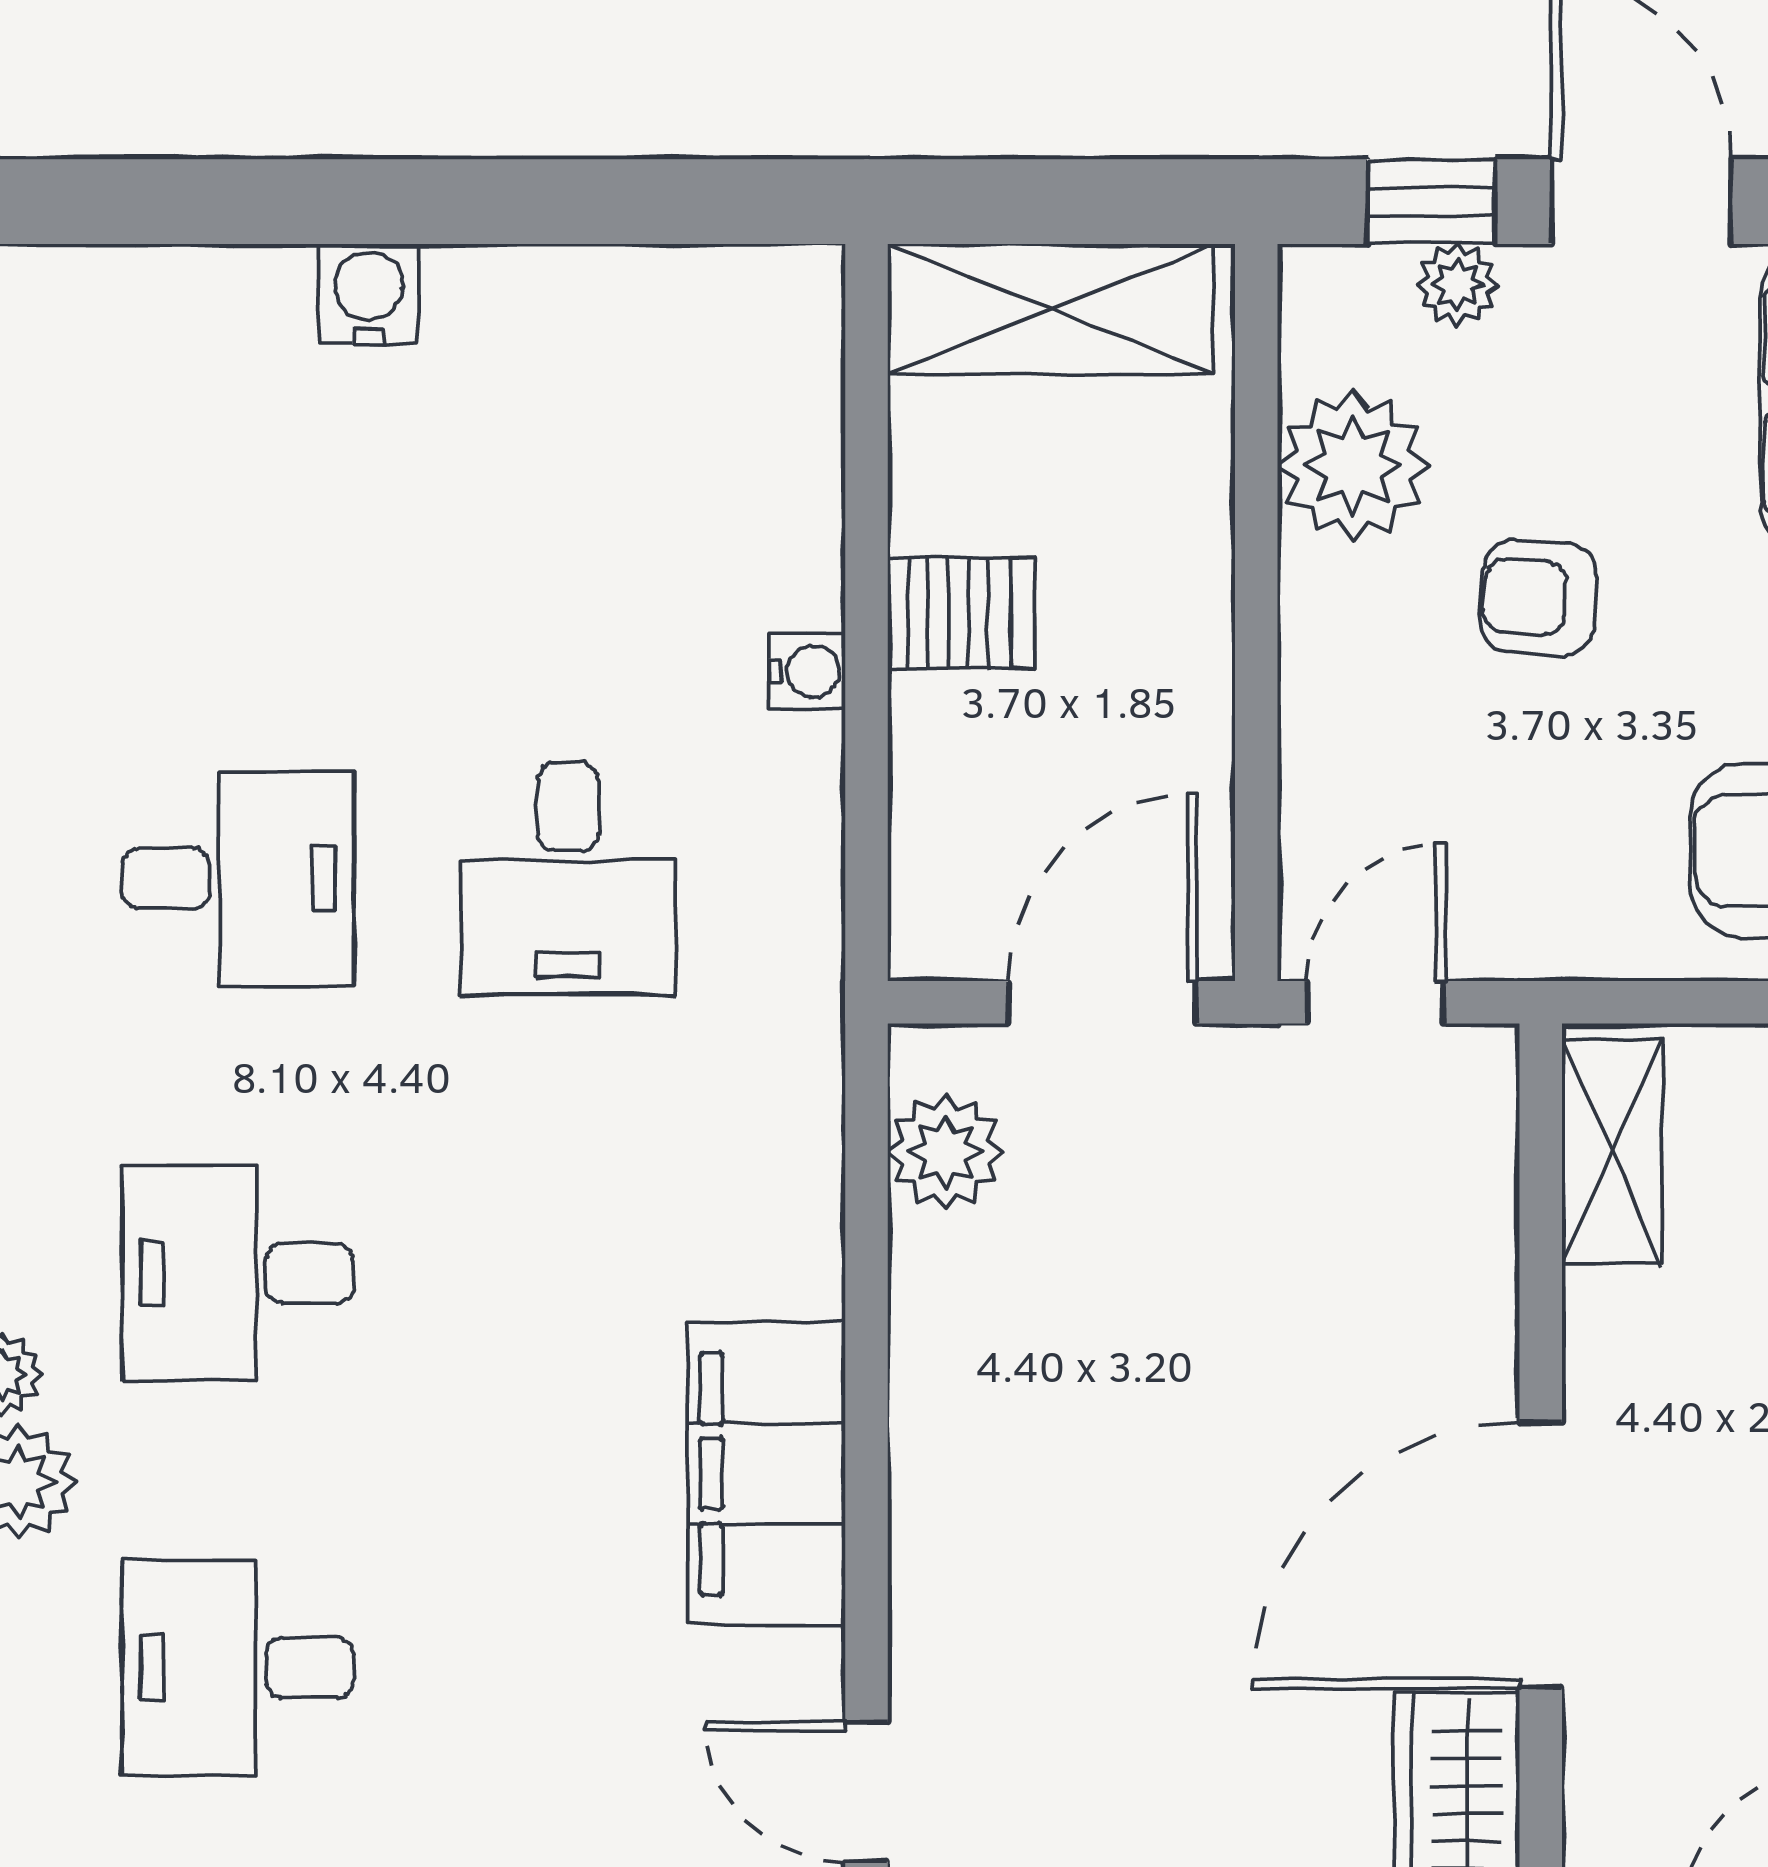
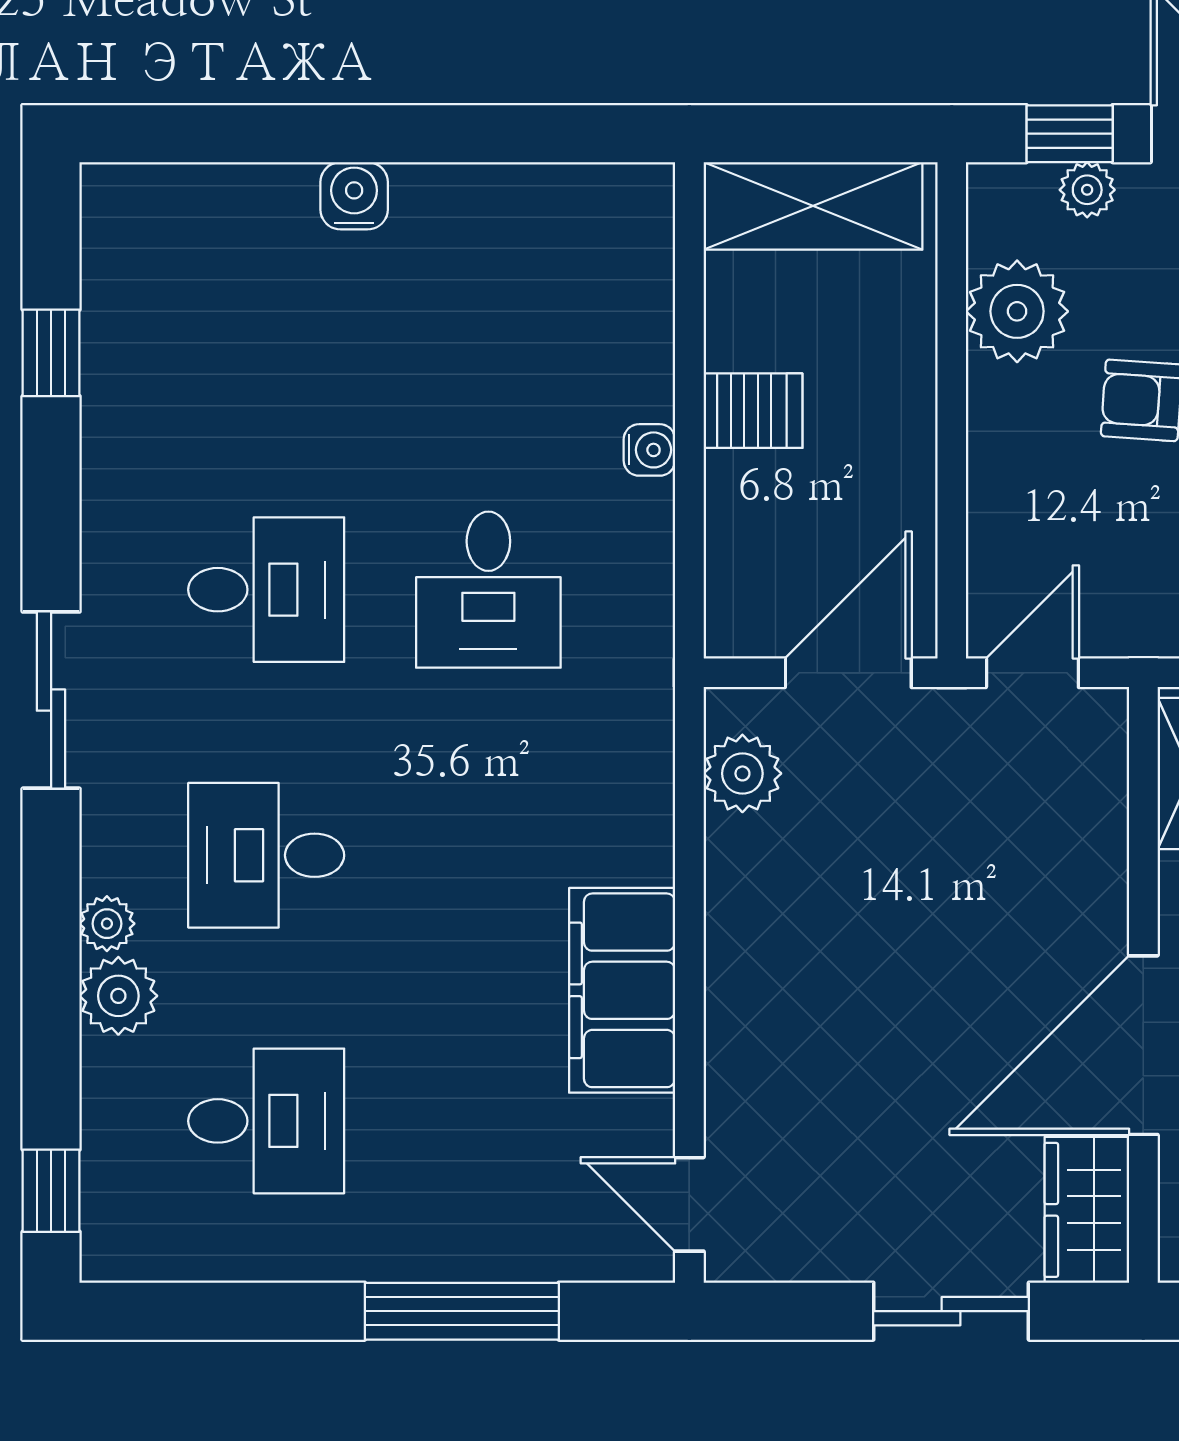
desk: (238, 1668) -> (266, 1121), turned 180

